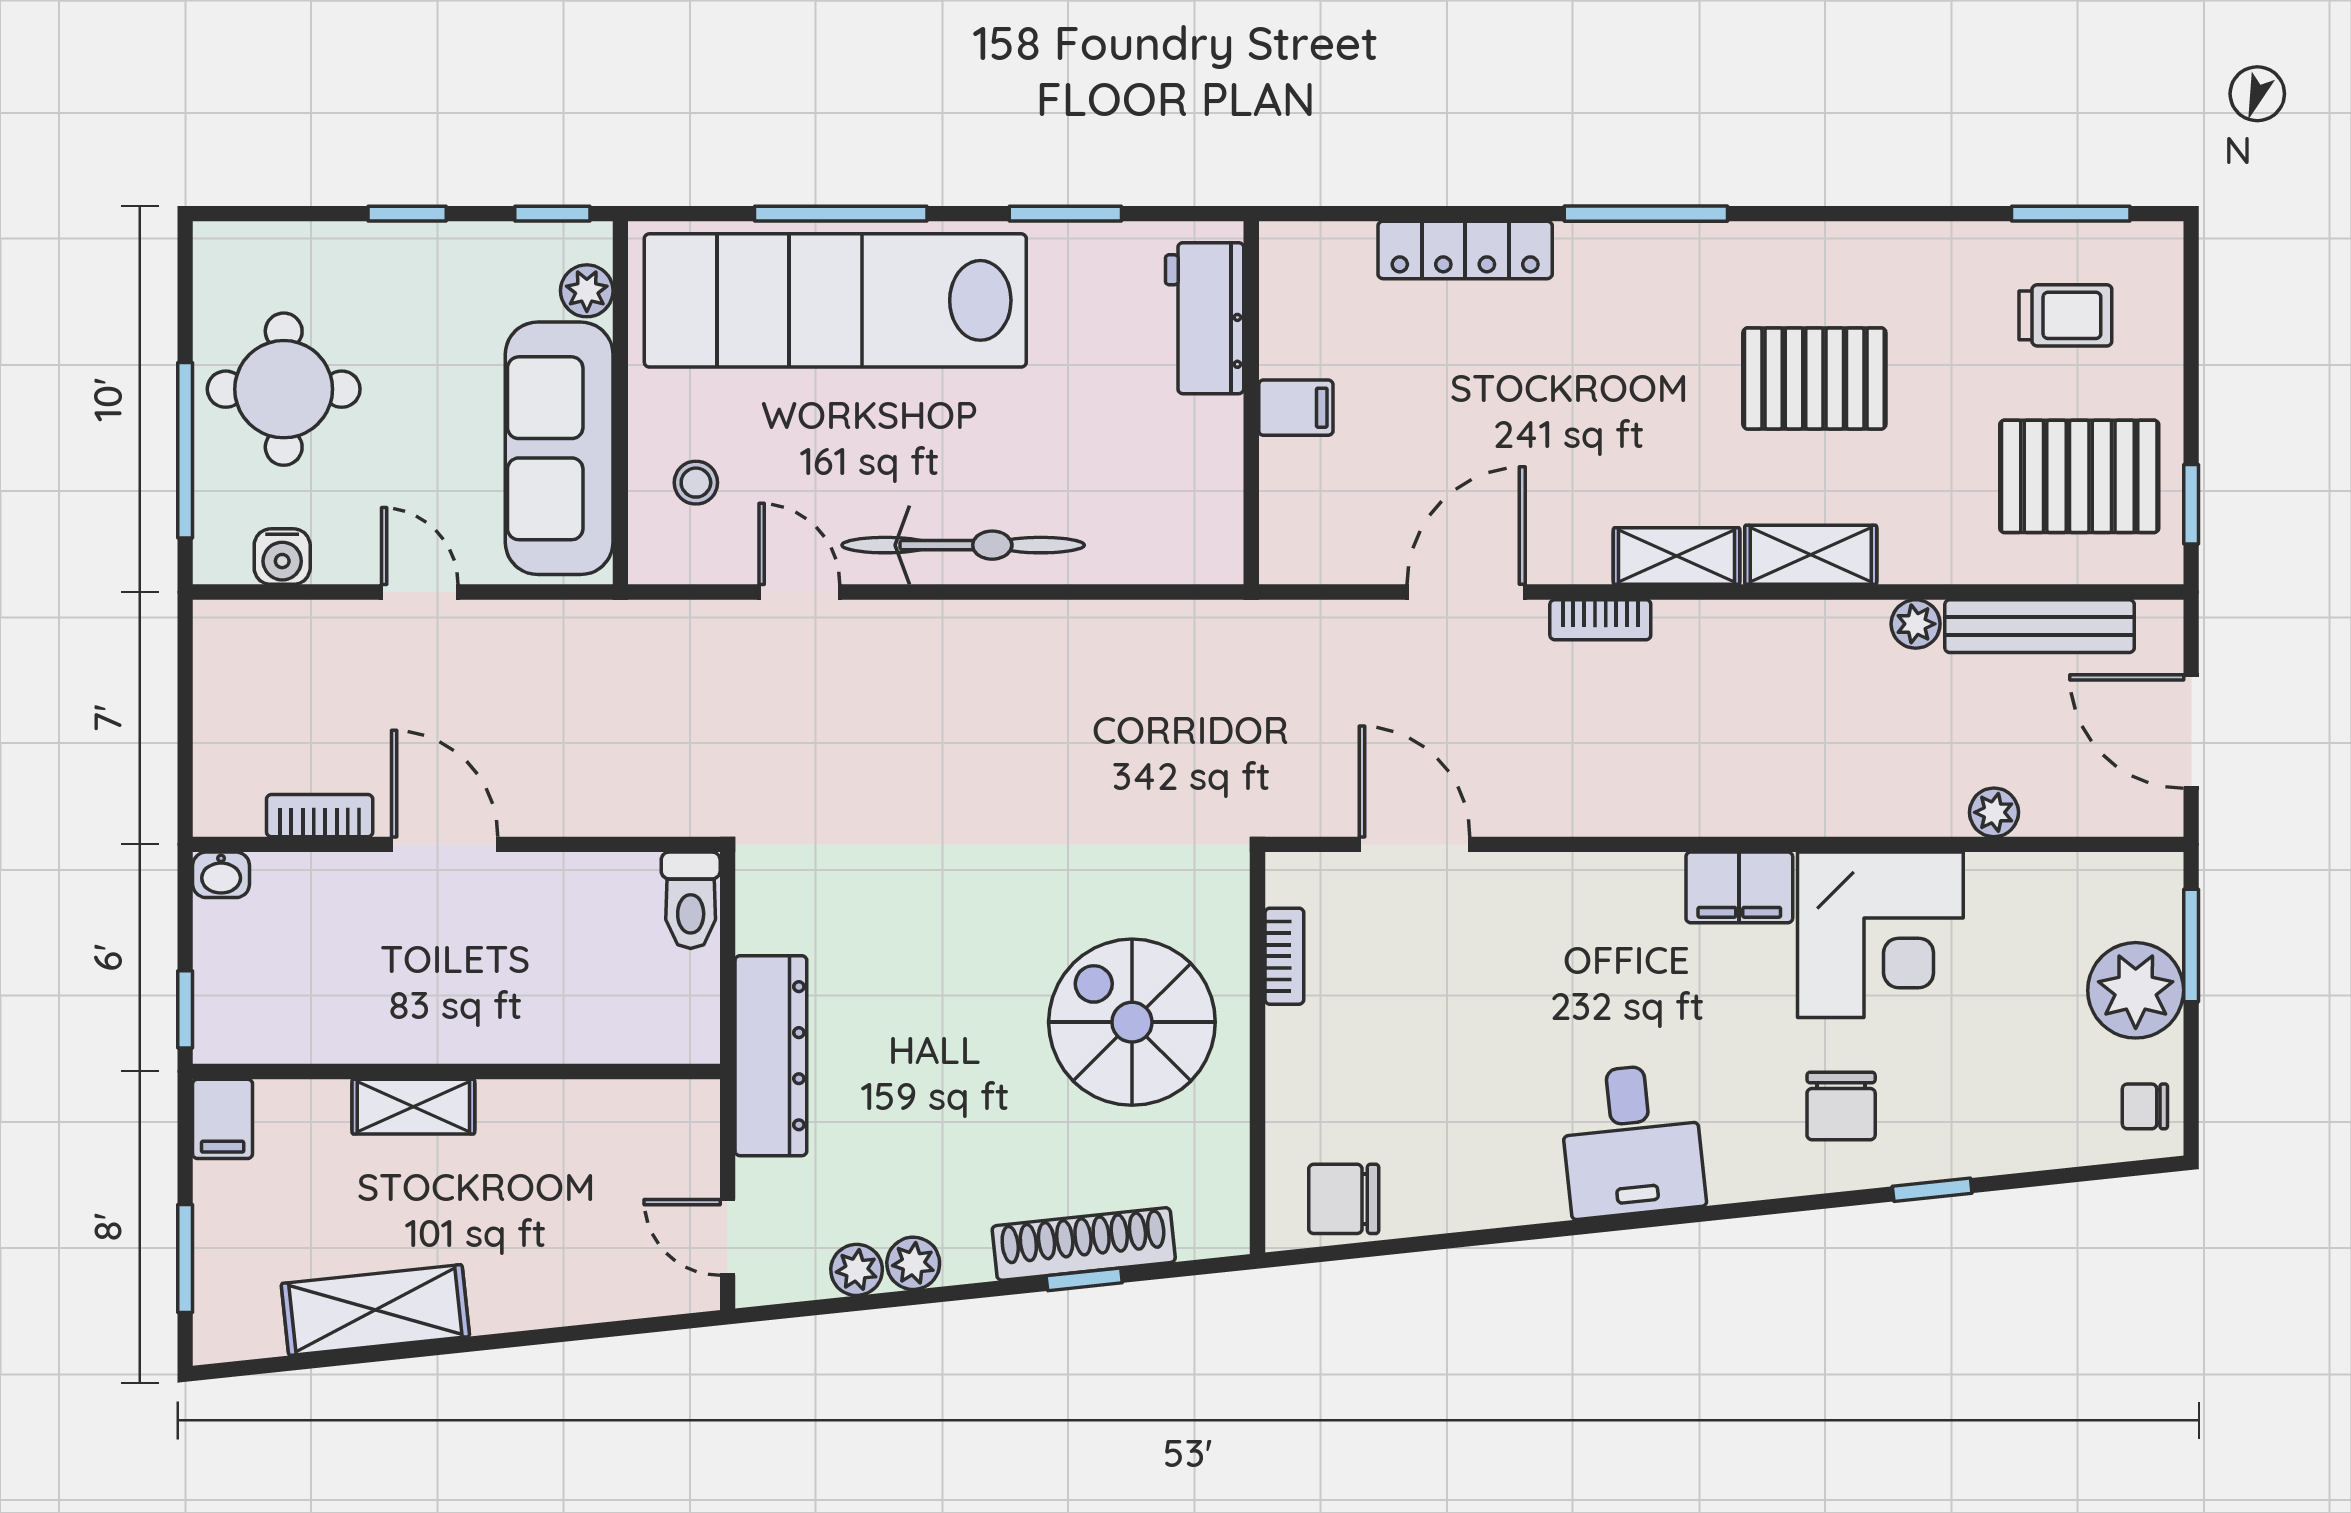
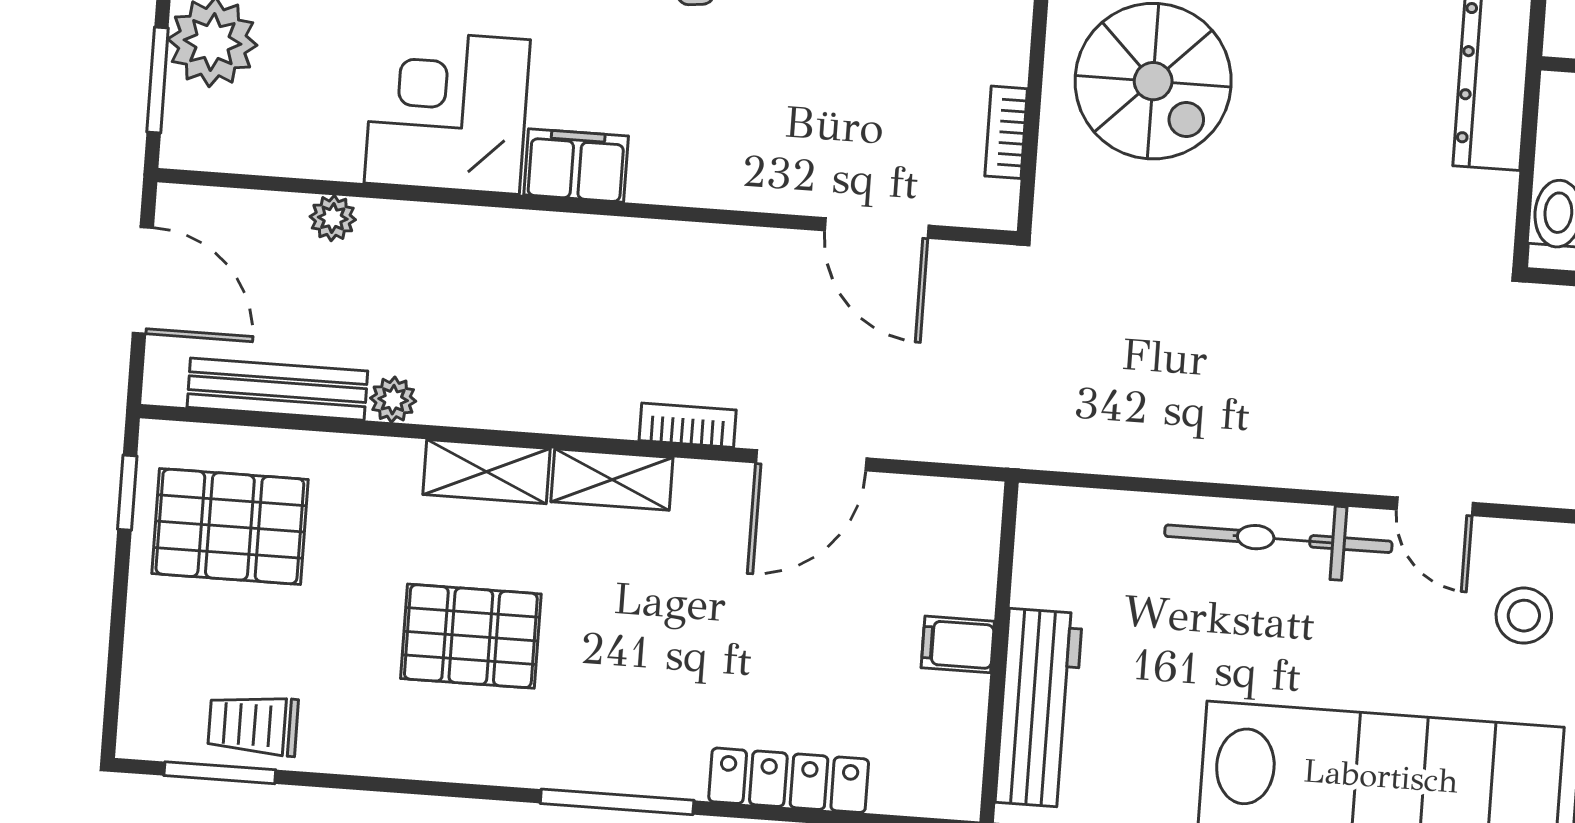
trolley: (2065, 315) -> (253, 725), moved
workbench: (1205, 318) -> (1039, 708), width x1.37
stool: (696, 483) -> (1524, 616), width x1.37, depth x1.37

